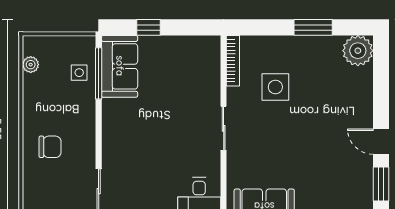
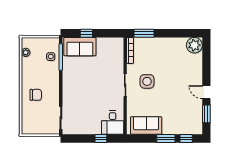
window: (313, 27) -> (144, 33), moved
sofa: (120, 66) -> (80, 47), moved, turned 90
side table: (275, 87) -> (147, 81), moved

